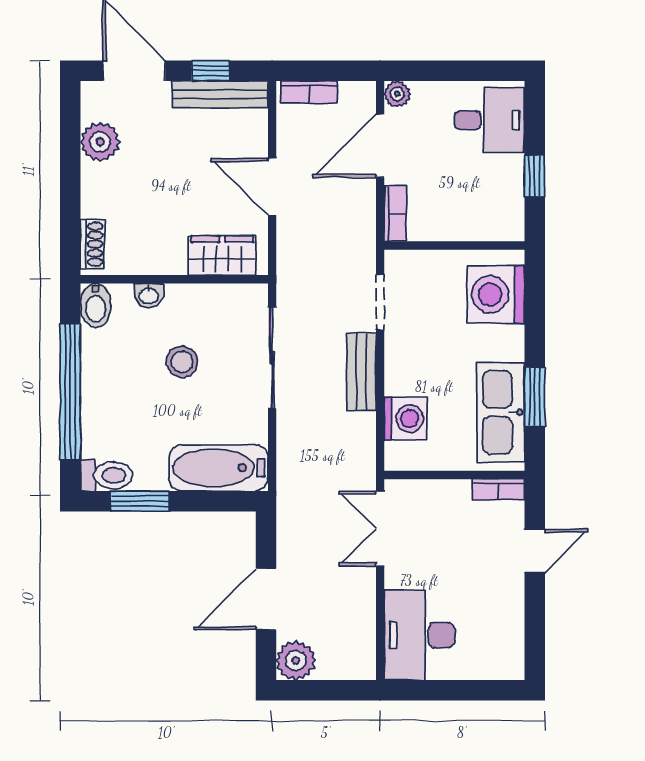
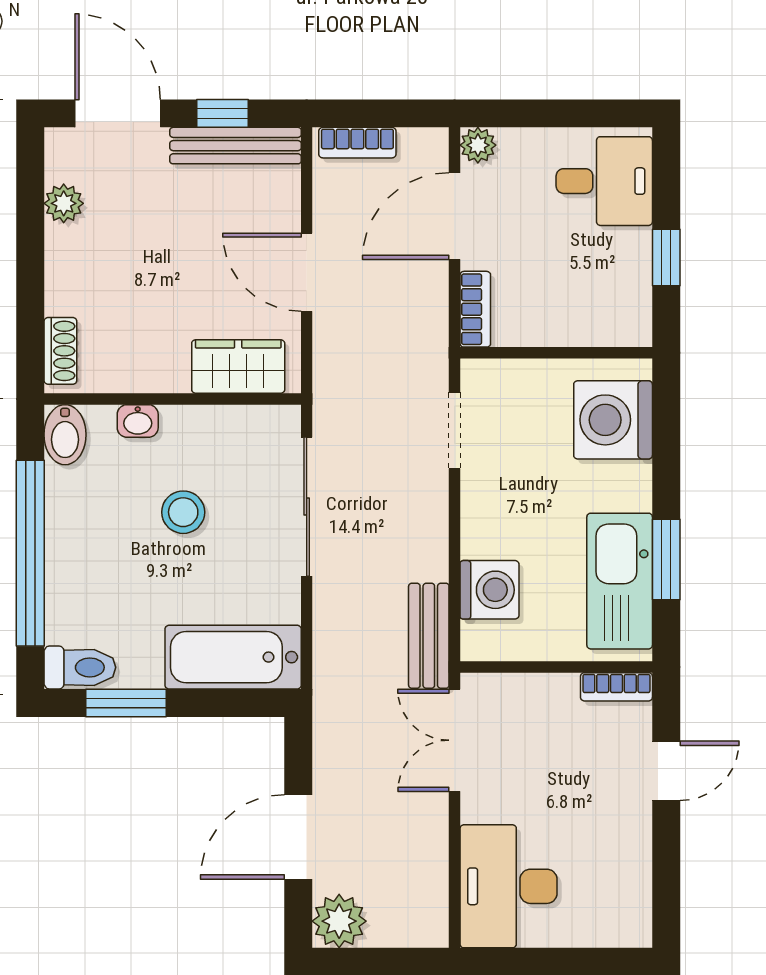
plant: (100, 142) -> (64, 203), width x0.73, depth x0.73
bench: (361, 372) -> (429, 636), moved

